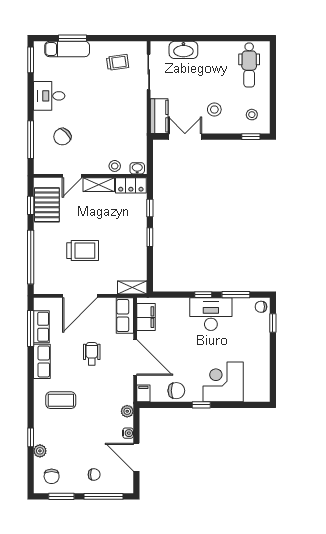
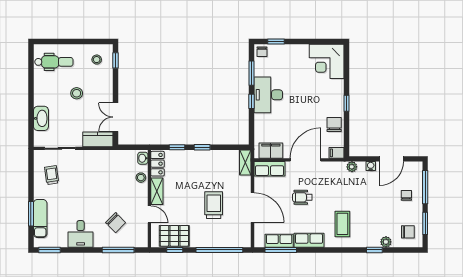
stool: (214, 110) -> (77, 93), moved
corner desk: (223, 382) -> (327, 61), moved

